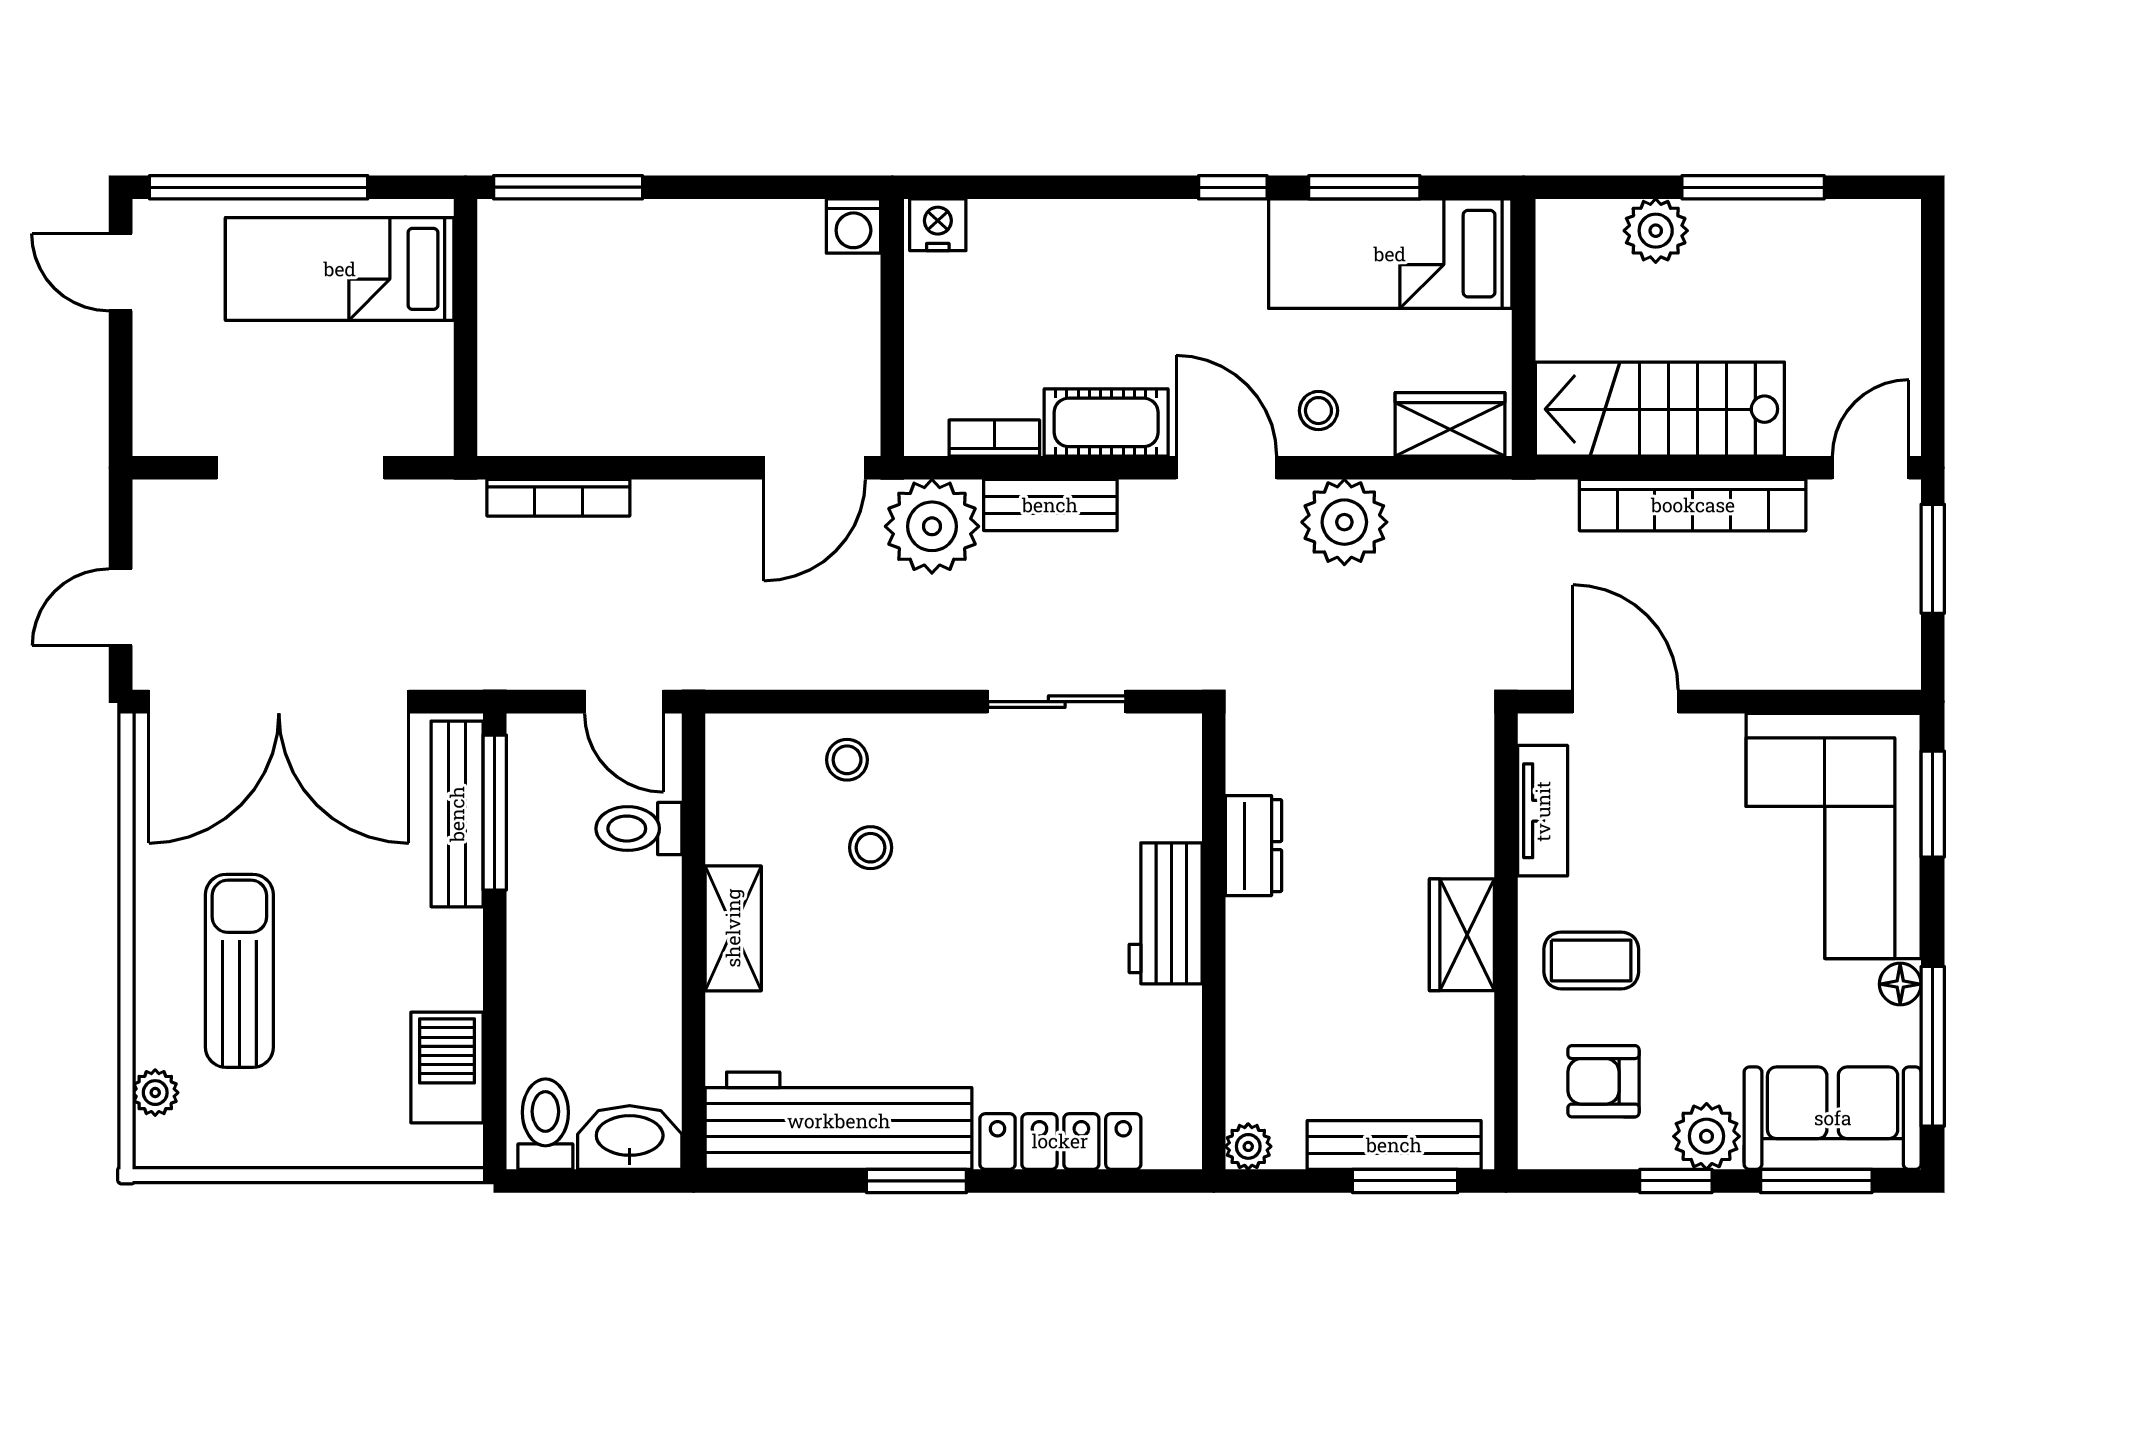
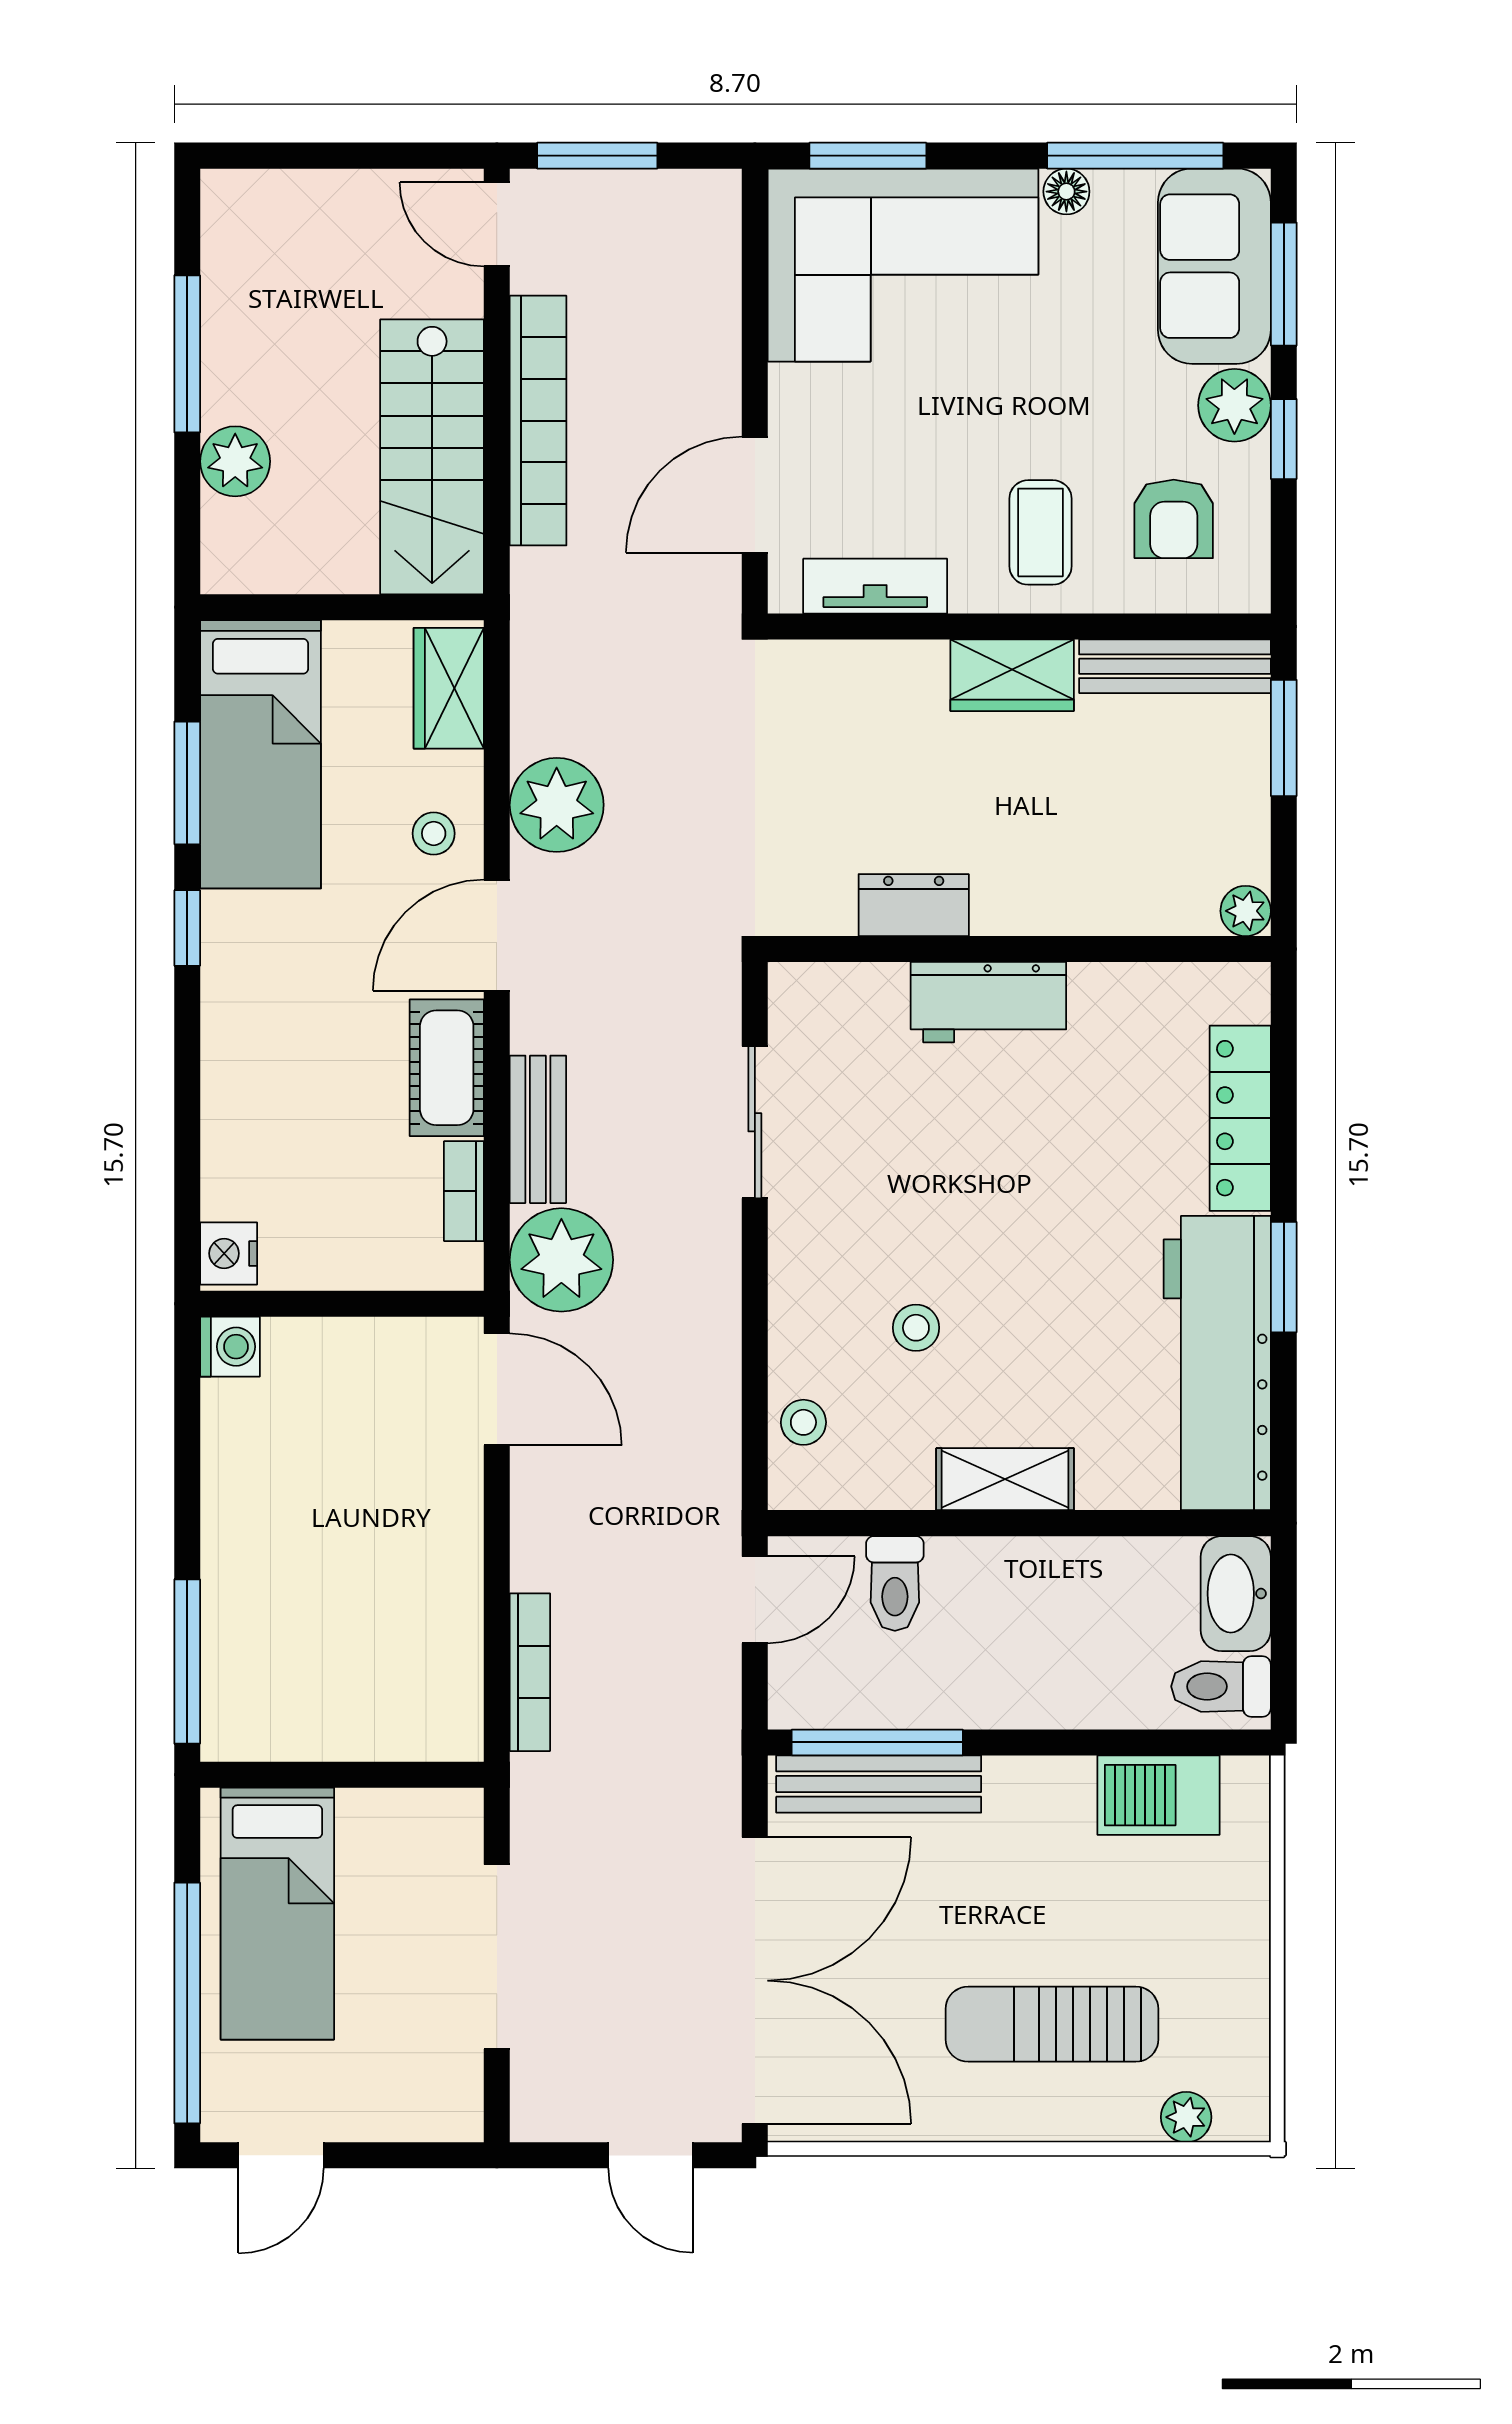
stool: (847, 760) -> (803, 1422), moved
bench: (1394, 1145) -> (1175, 666), moved, turned 90

